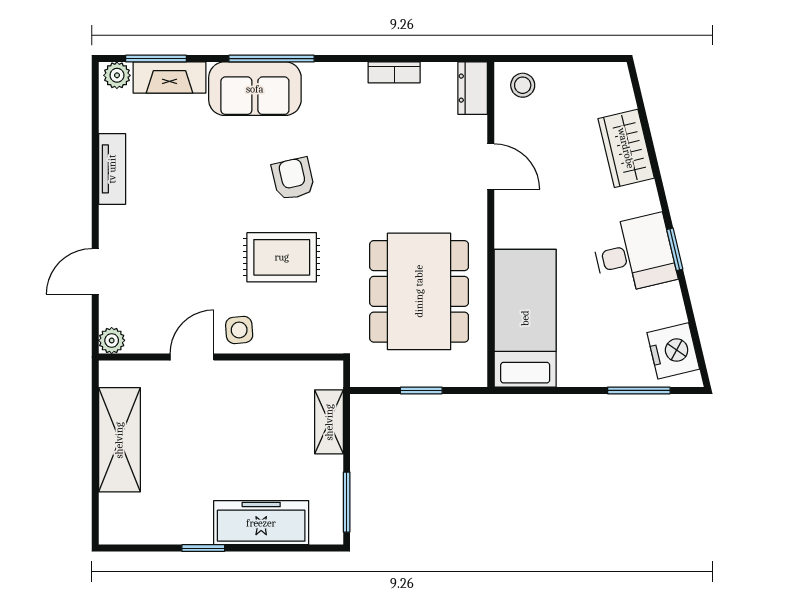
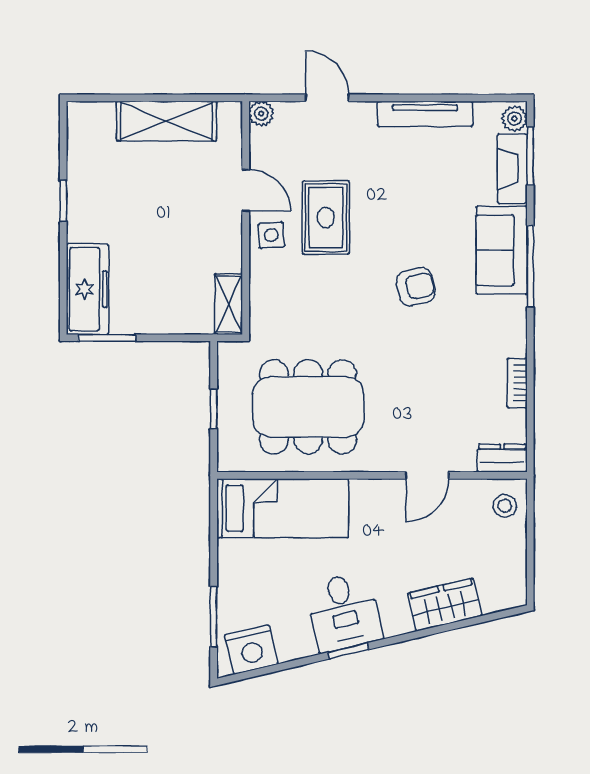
tv unit: (112, 169) -> (425, 114), width x1.41
rug: (282, 257) -> (326, 218), moved
shelving: (329, 422) -> (229, 304), moved, turned 90
freezer: (261, 523) -> (88, 289), moved

